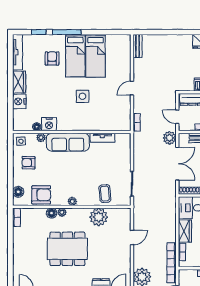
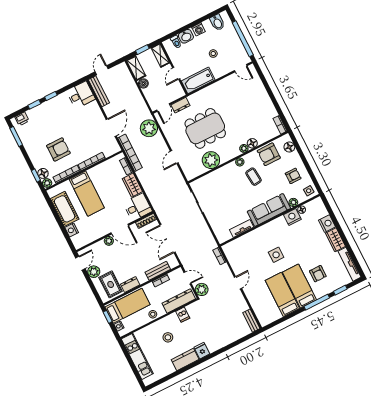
plant: (170, 138) -> (202, 289), moved
coffee table: (105, 194) -> (254, 177), moved
dining table: (67, 249) -> (205, 128), moved

